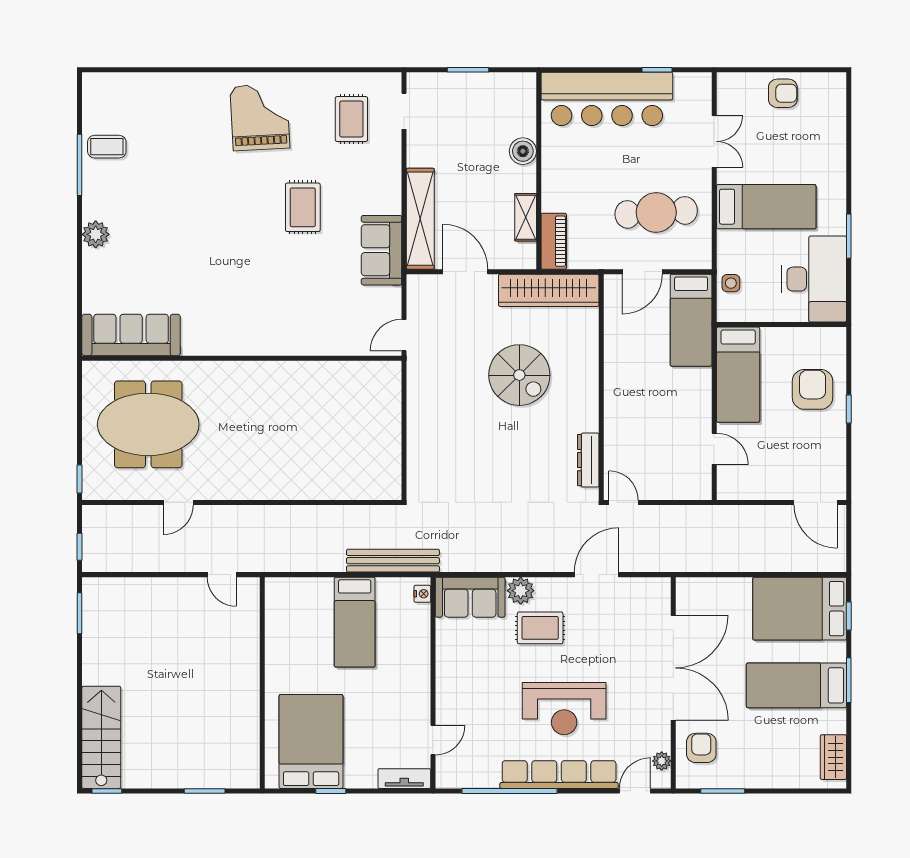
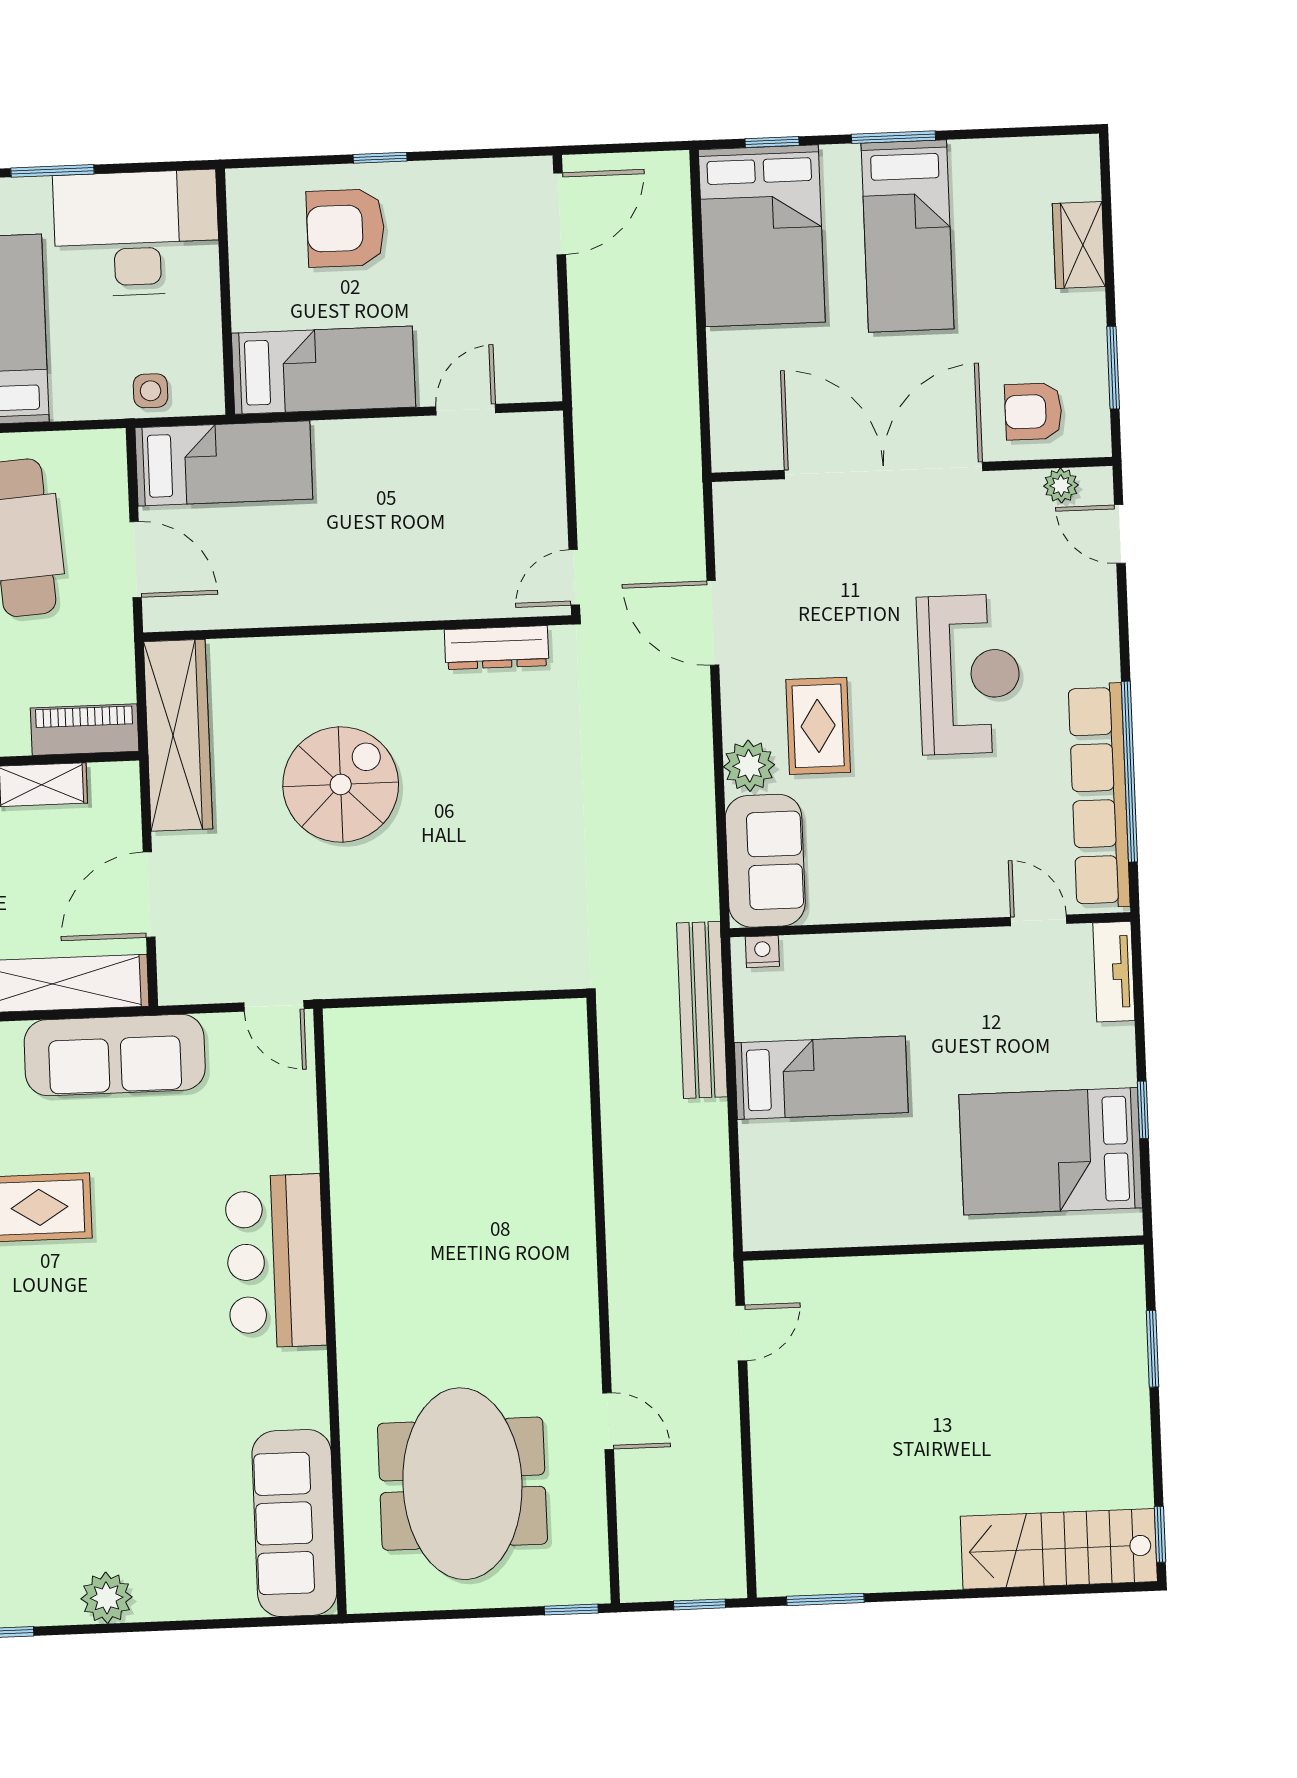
sofa: (382, 250) -> (115, 1055), width x1.36
bar counter: (269, 331) -> (276, 1261), added
wardrobe: (833, 757) -> (1079, 245), moved, turned 90
row of seats: (559, 775) -> (1099, 795), moved

